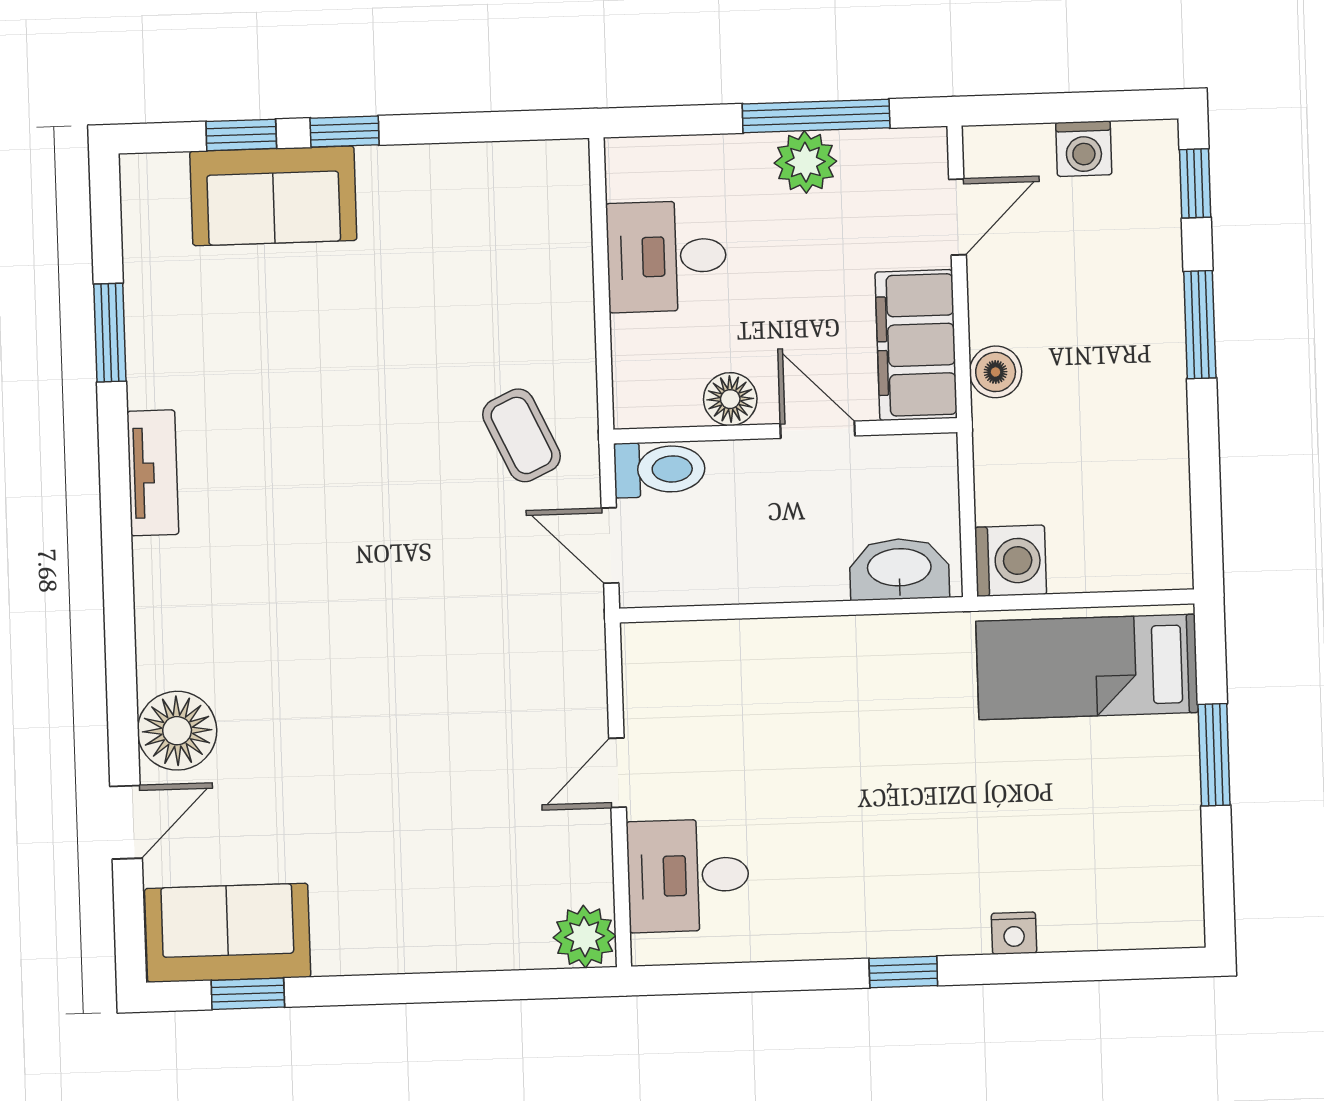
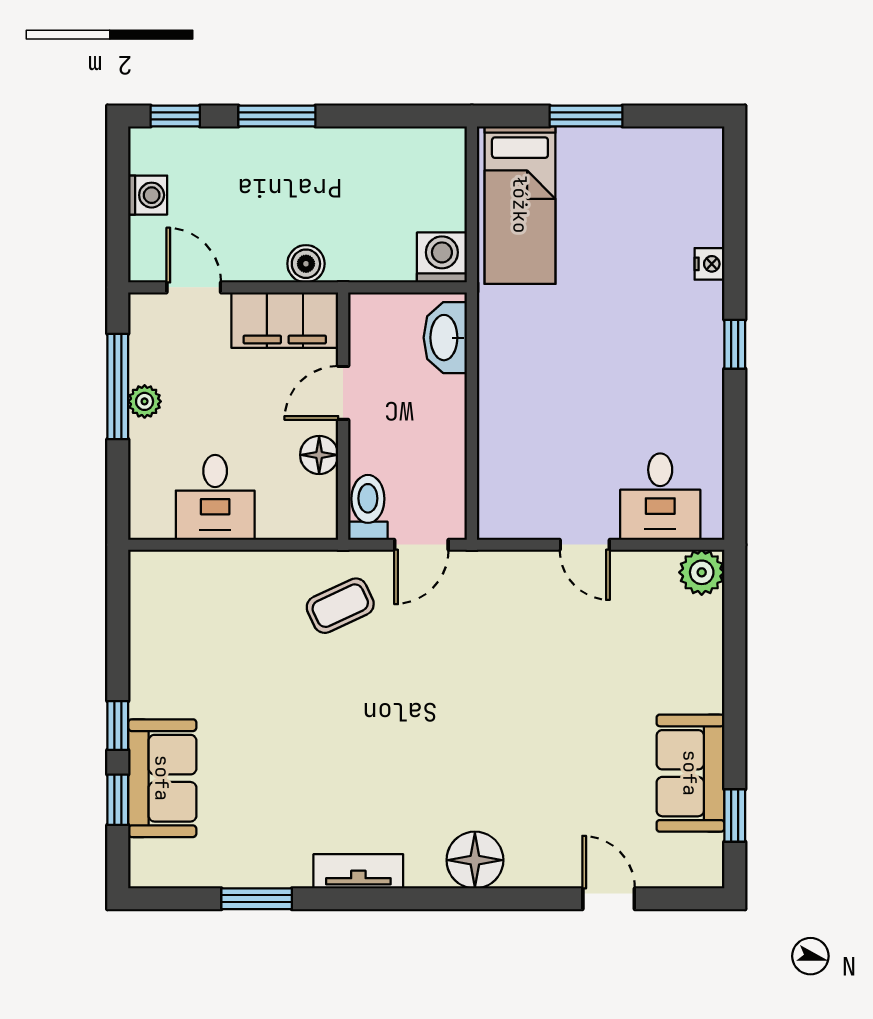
plant: (805, 162) -> (145, 401), width x0.73, depth x0.73
floor lamp: (177, 731) -> (475, 860), moved
sofa: (228, 933) -> (690, 773), moved

